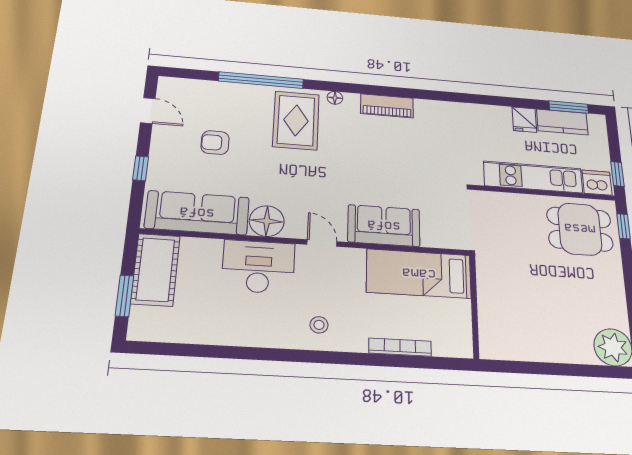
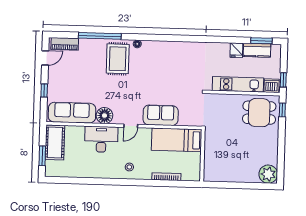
piano: (387, 106) -> (65, 44), moved
door: (148, 110) -> (45, 58), hinge flipped
armchair: (215, 143) -> (78, 74), removed
door: (322, 243) -> (131, 126), swing flipped

